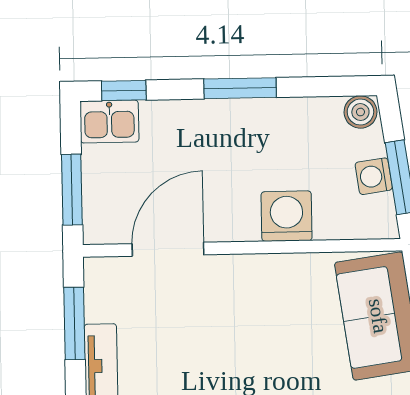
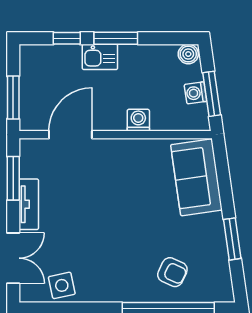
window: (124, 90) -> (67, 38), moved
kitchen sink: (109, 122) -> (100, 57), moved
washing machine: (287, 216) -> (138, 120), width x0.73, depth x0.73

